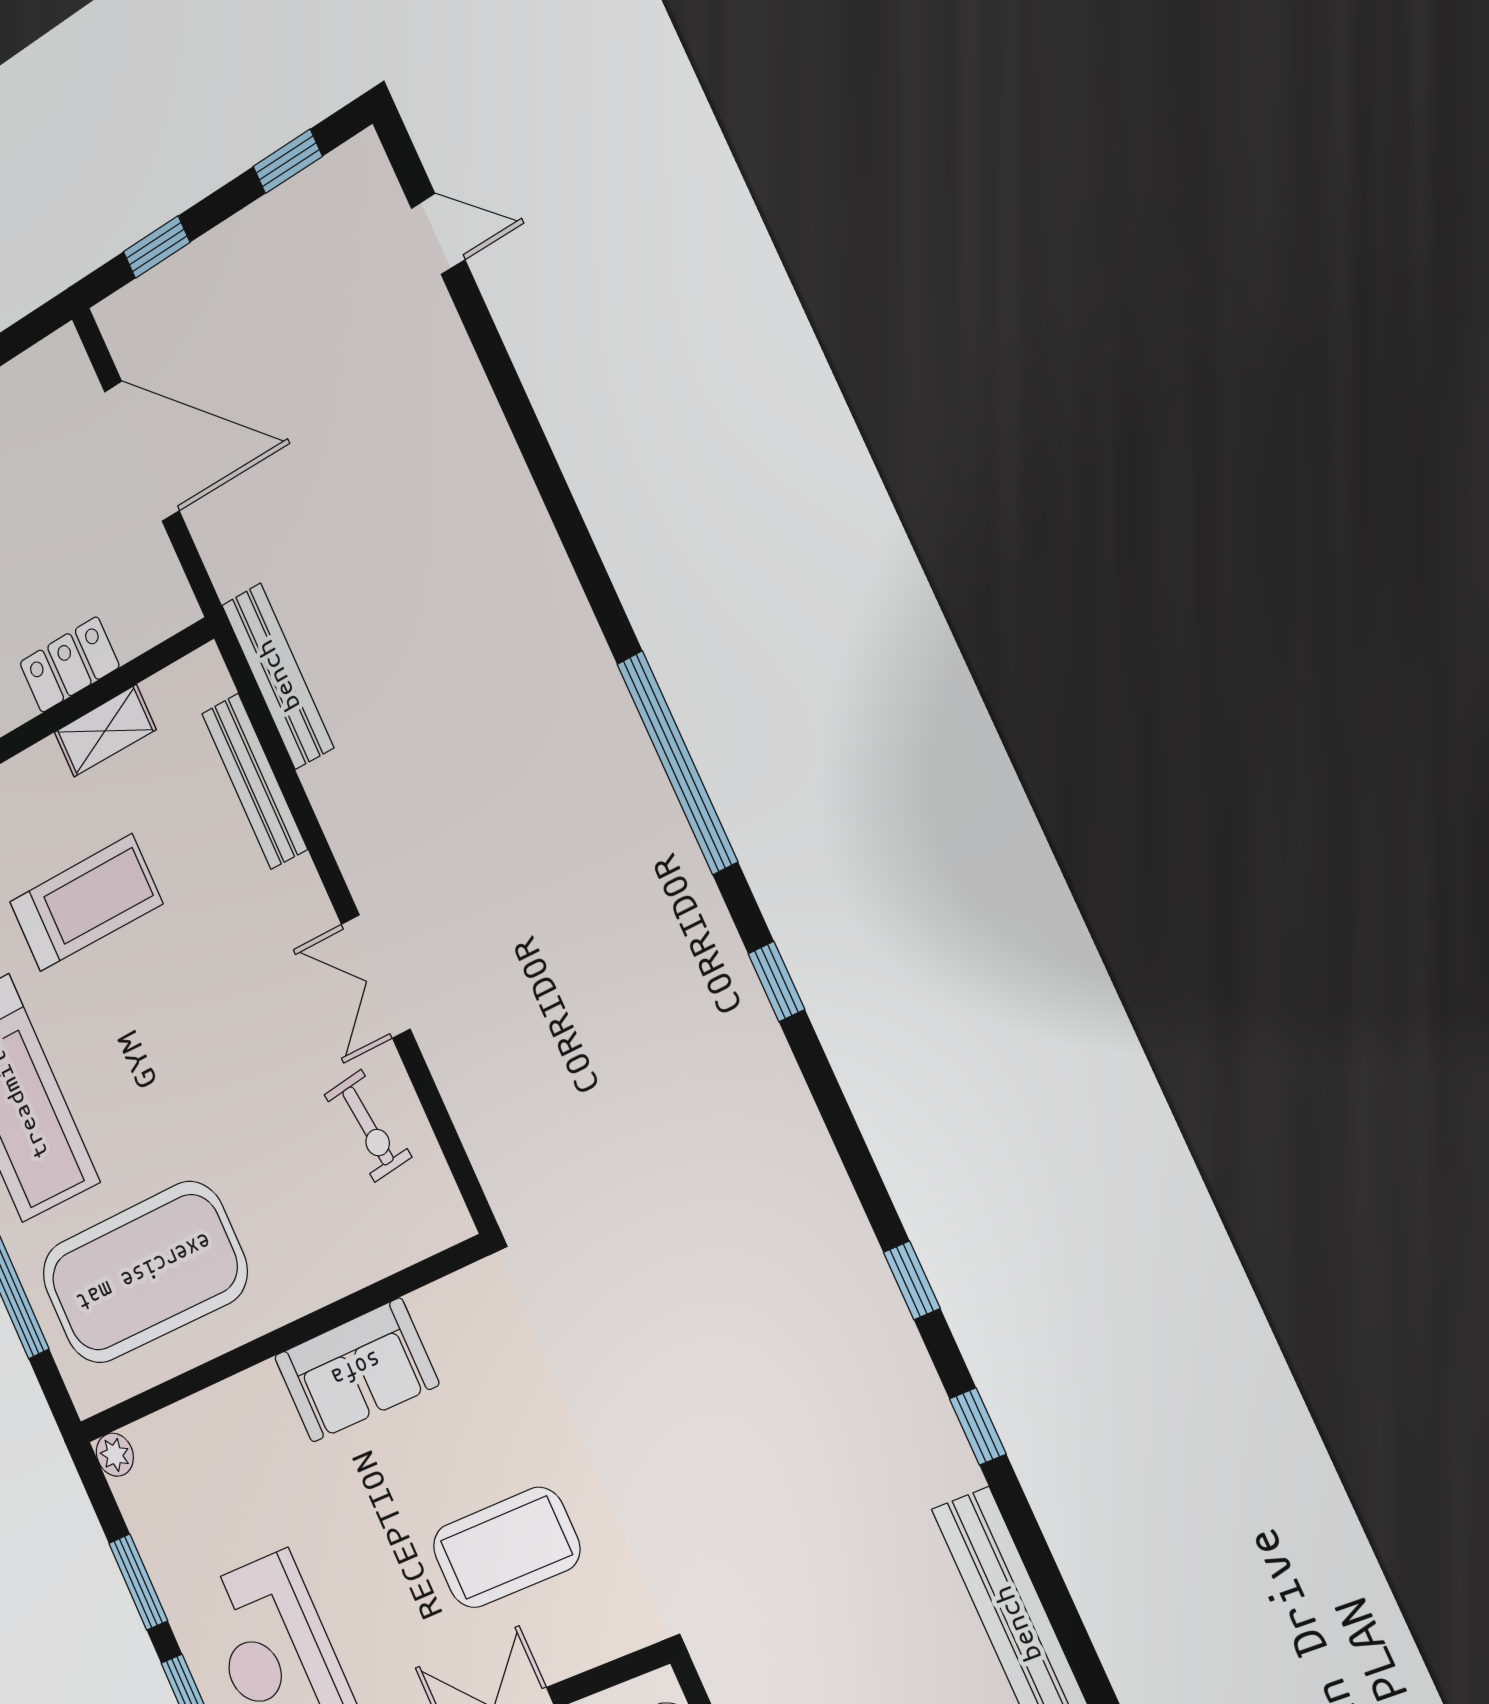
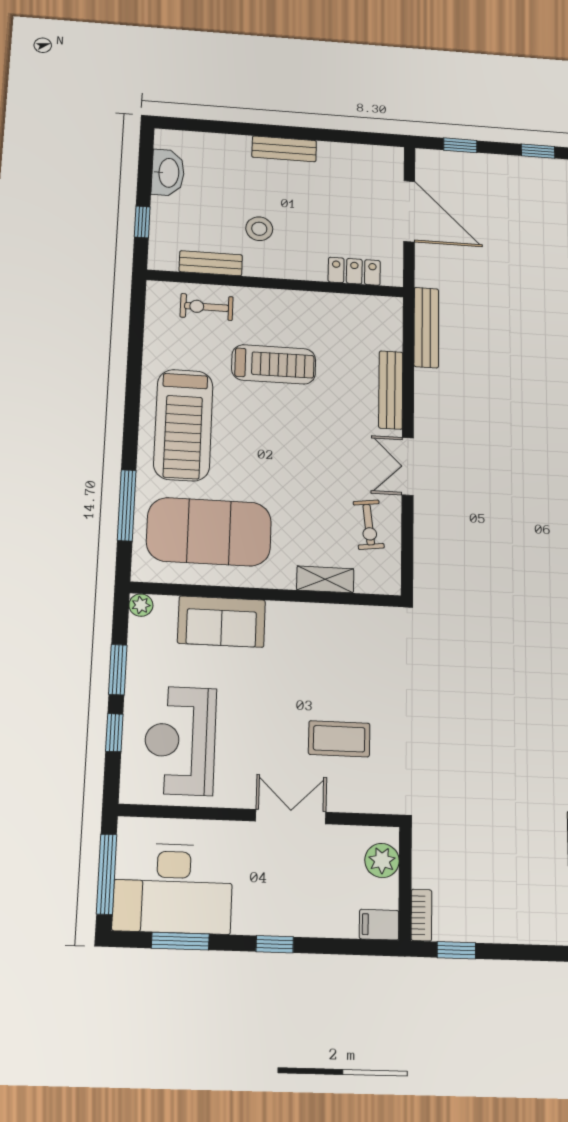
locker: (69, 665) -> (354, 271), moved
shelving: (105, 731) -> (325, 579), moved
bench: (255, 781) -> (391, 390), moved
sofa: (356, 1370) -> (222, 622), moved
coffee table: (506, 1548) -> (339, 739), width x0.73, depth x0.76

